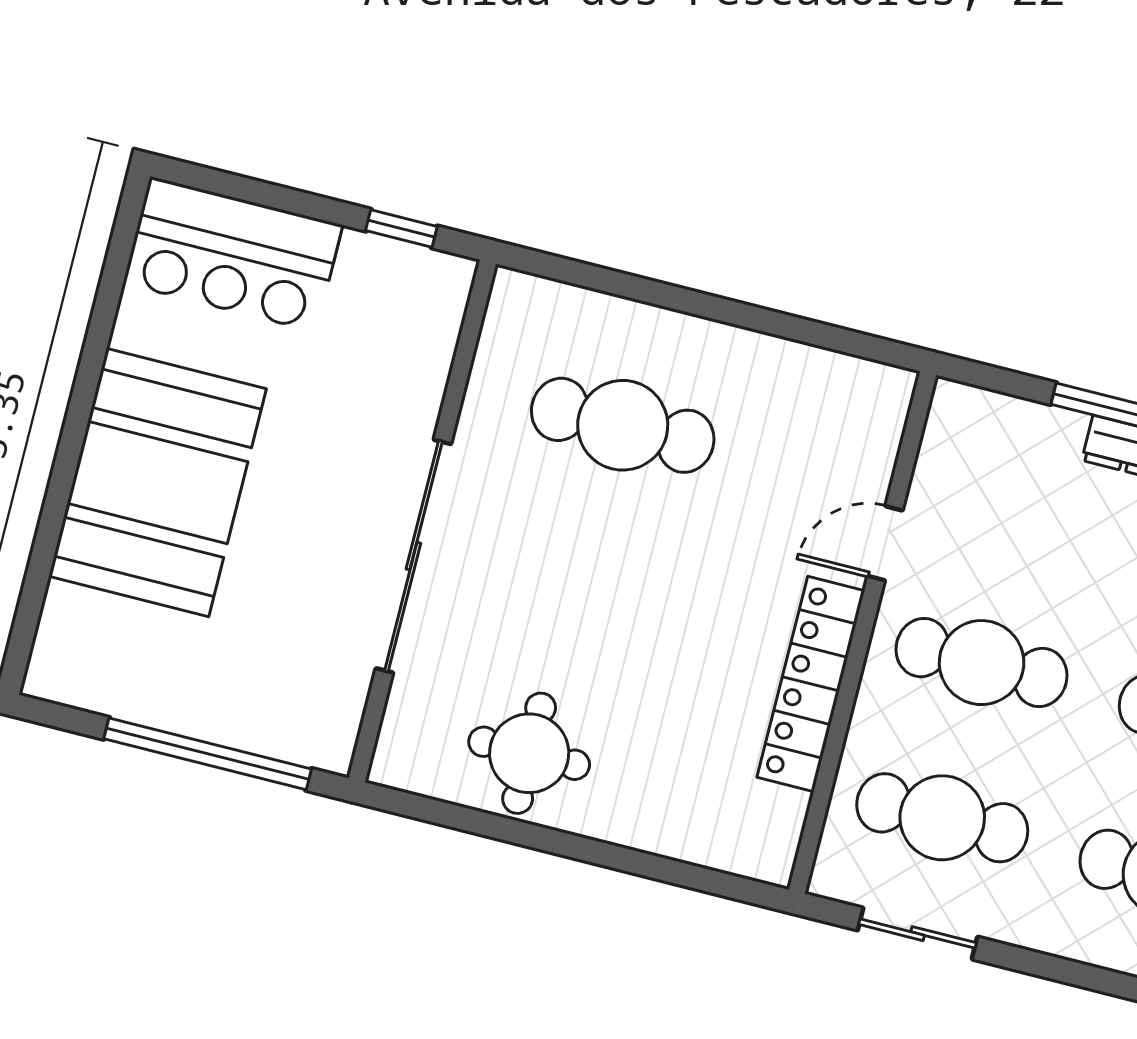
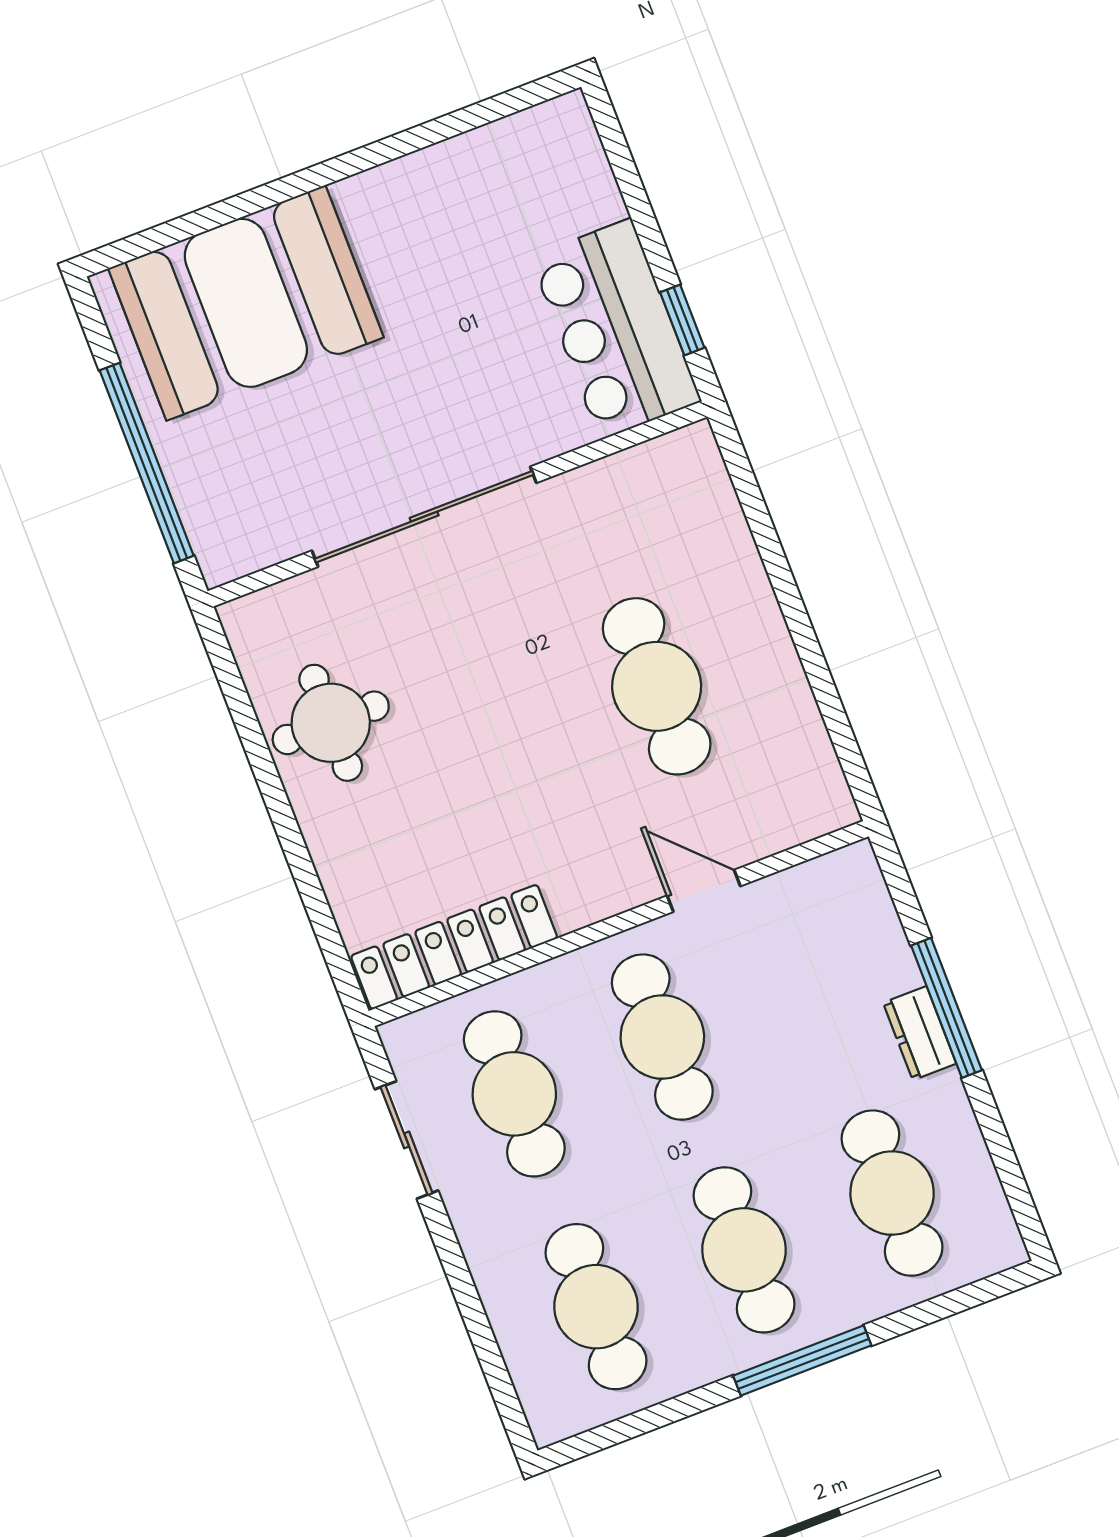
bar counter: (233, 254) -> (616, 329), moved
cafe table: (623, 425) -> (657, 686), moved
booth: (158, 482) -> (246, 303), moved
locker: (811, 684) -> (454, 947), moved

